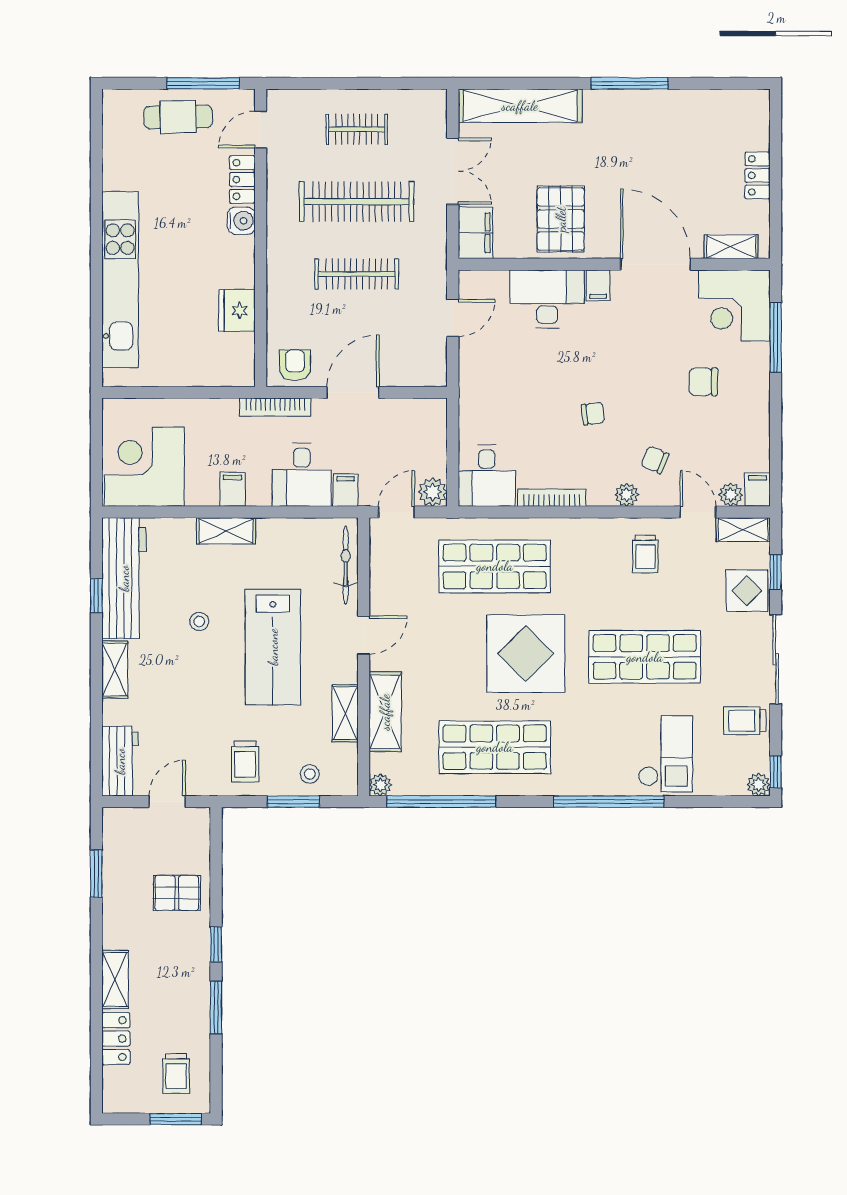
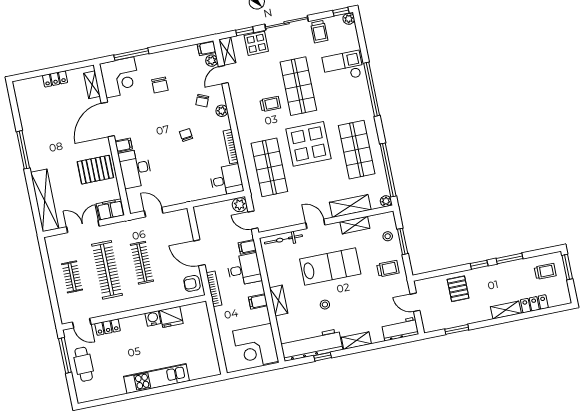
water cooler: (241, 221) -> (153, 318), moved
kitchen unit: (120, 280) -> (157, 379), width x0.73
trolley: (645, 554) -> (270, 104), moved

